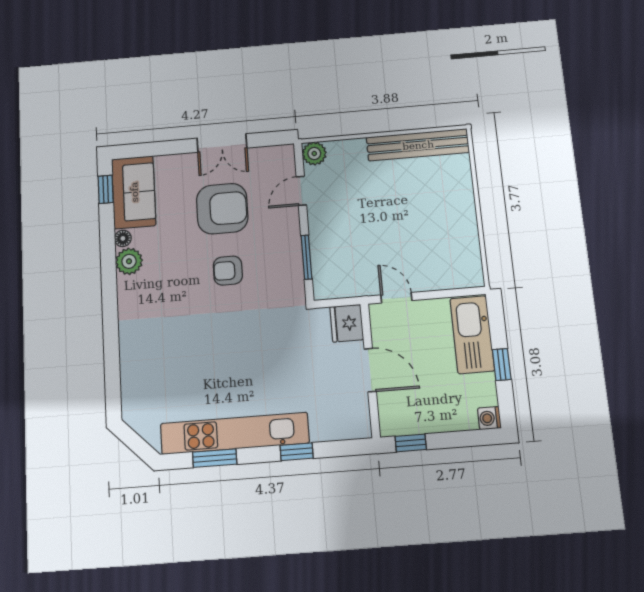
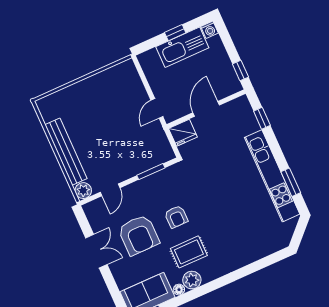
bench: (418, 145) -> (66, 152), moved
door: (301, 191) -> (110, 190), hinge flipped
armchair: (222, 209) -> (139, 235), turned 180
rug: (171, 271) -> (189, 252), added
kitchen sink: (472, 335) -> (182, 47), moved
window: (297, 452) -> (262, 118), moved

